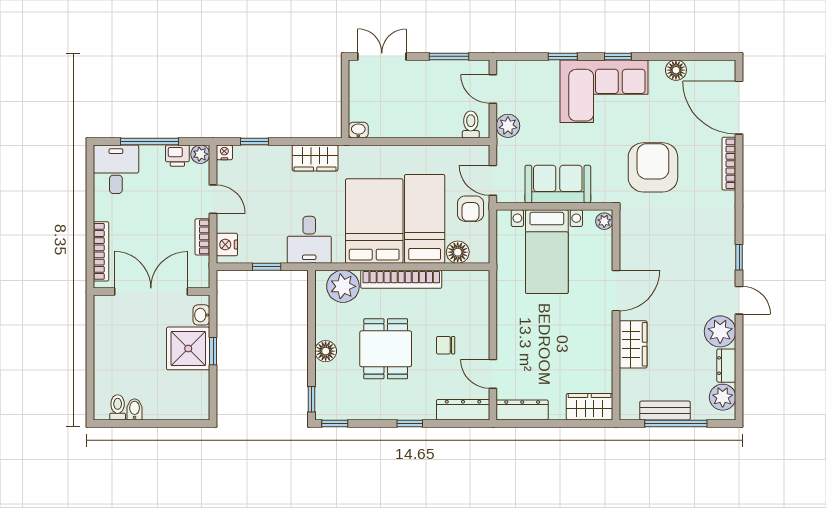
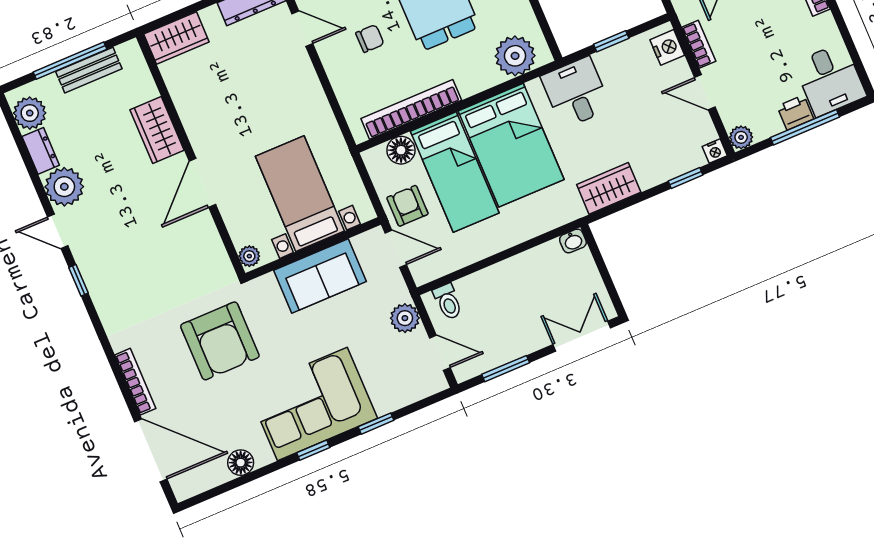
double door: (382, 56) -> (582, 336), swing flipped
printer: (177, 156) -> (795, 112), moved
bookcase: (401, 279) -> (411, 109), moved

